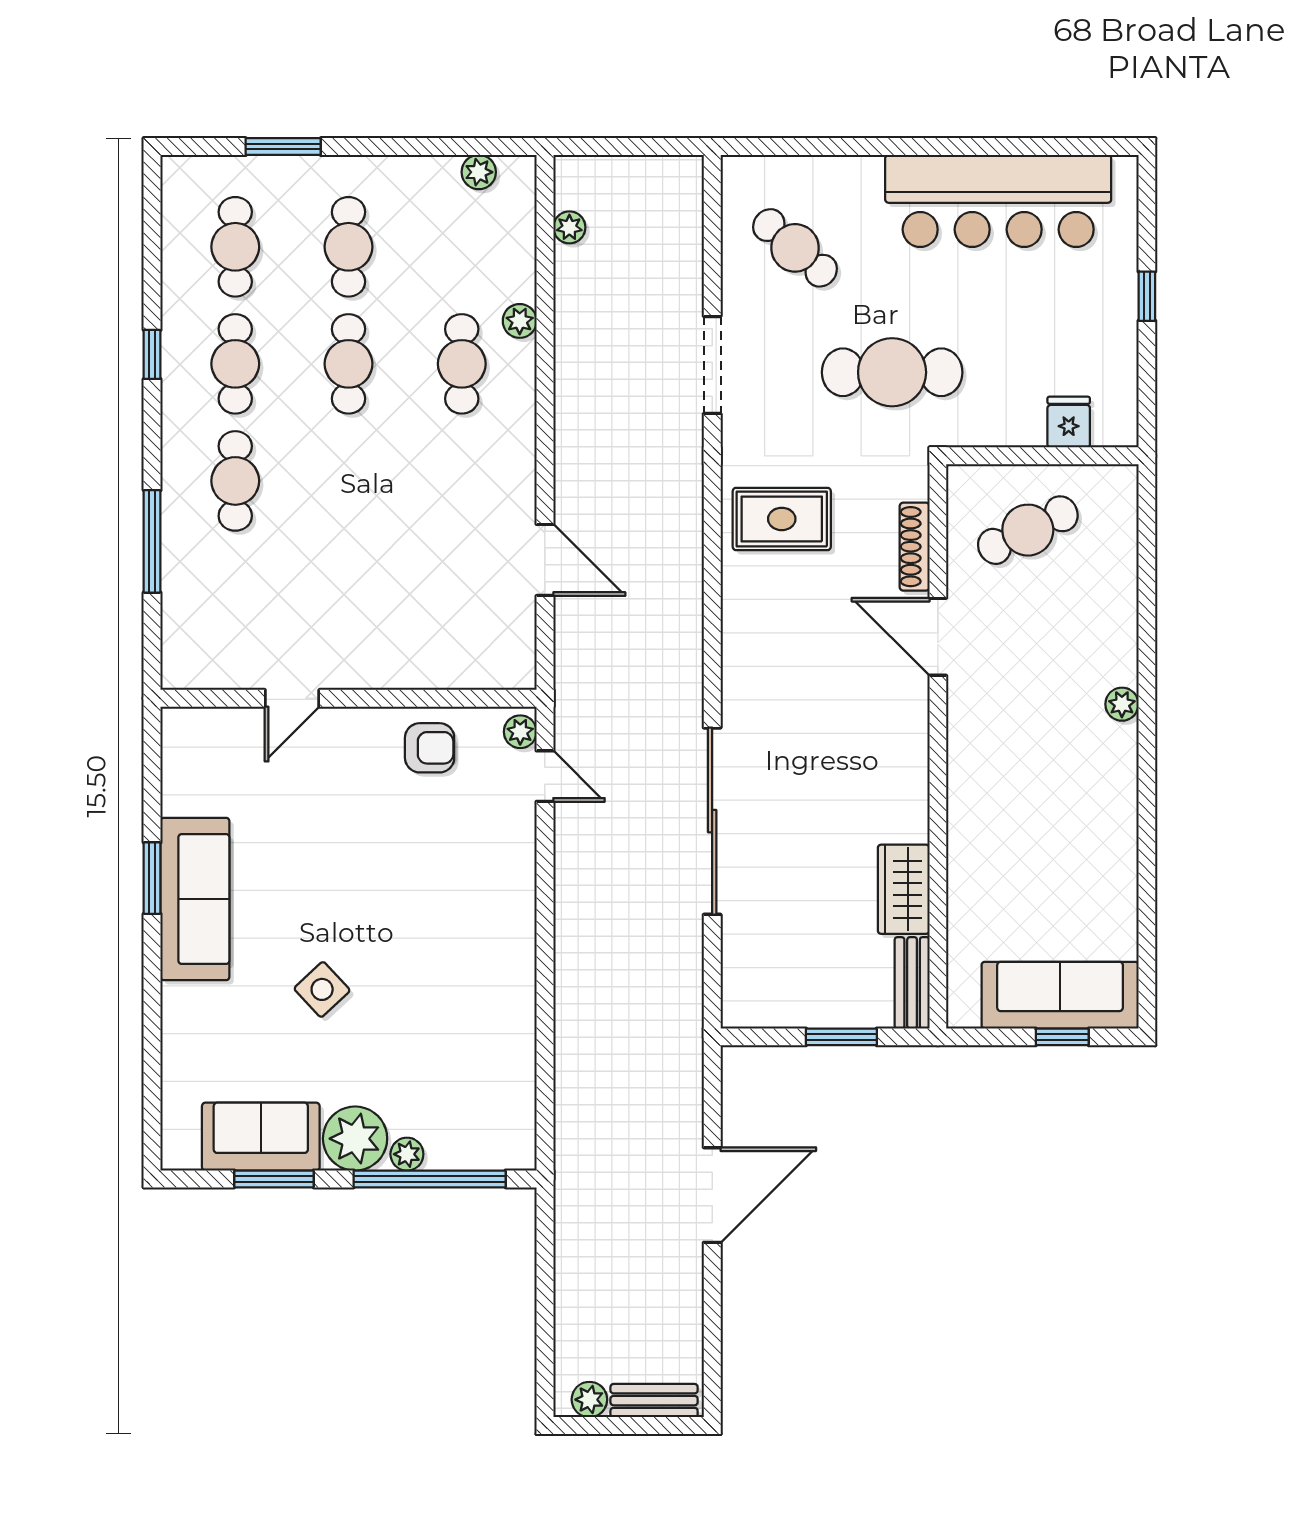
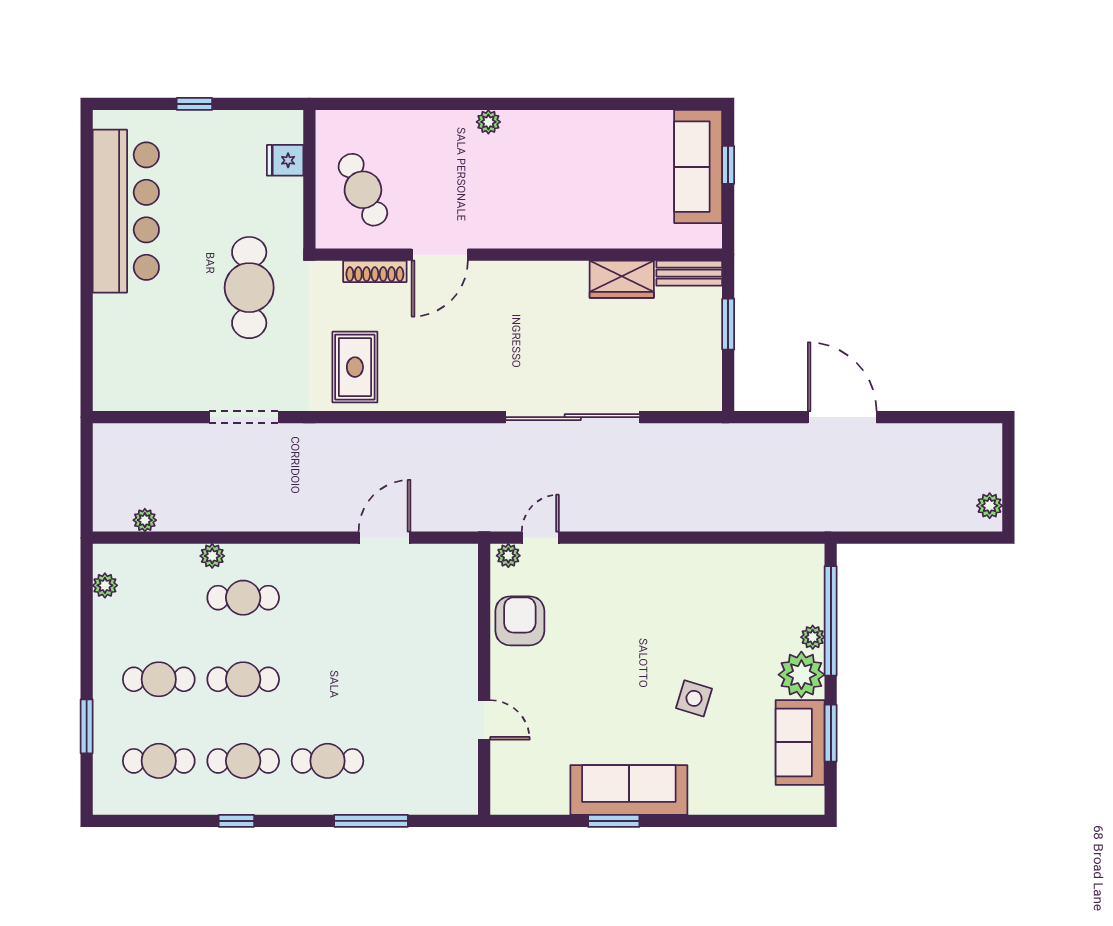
cafe table: (795, 248) -> (160, 358), removed
armchair: (430, 748) -> (520, 621), width x1.38, depth x1.38
side table: (322, 989) -> (694, 698), turned -30
bench: (654, 1401) -> (990, 459), removed

